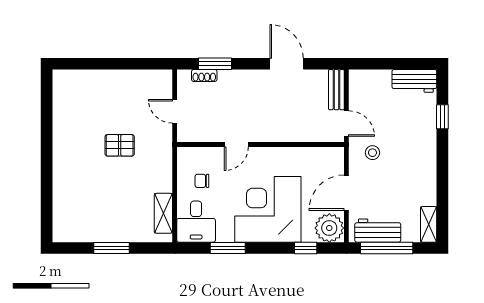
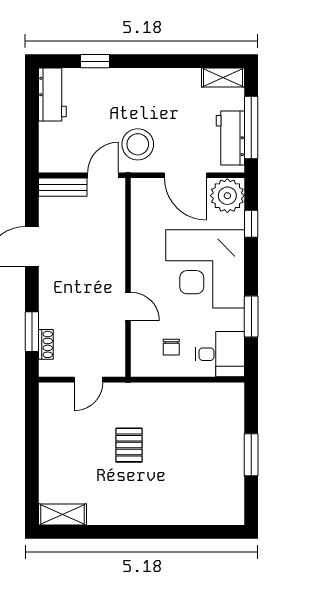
stool: (372, 153) -> (138, 144), width x1.89, depth x1.89
shelving: (163, 213) -> (62, 515), moved

